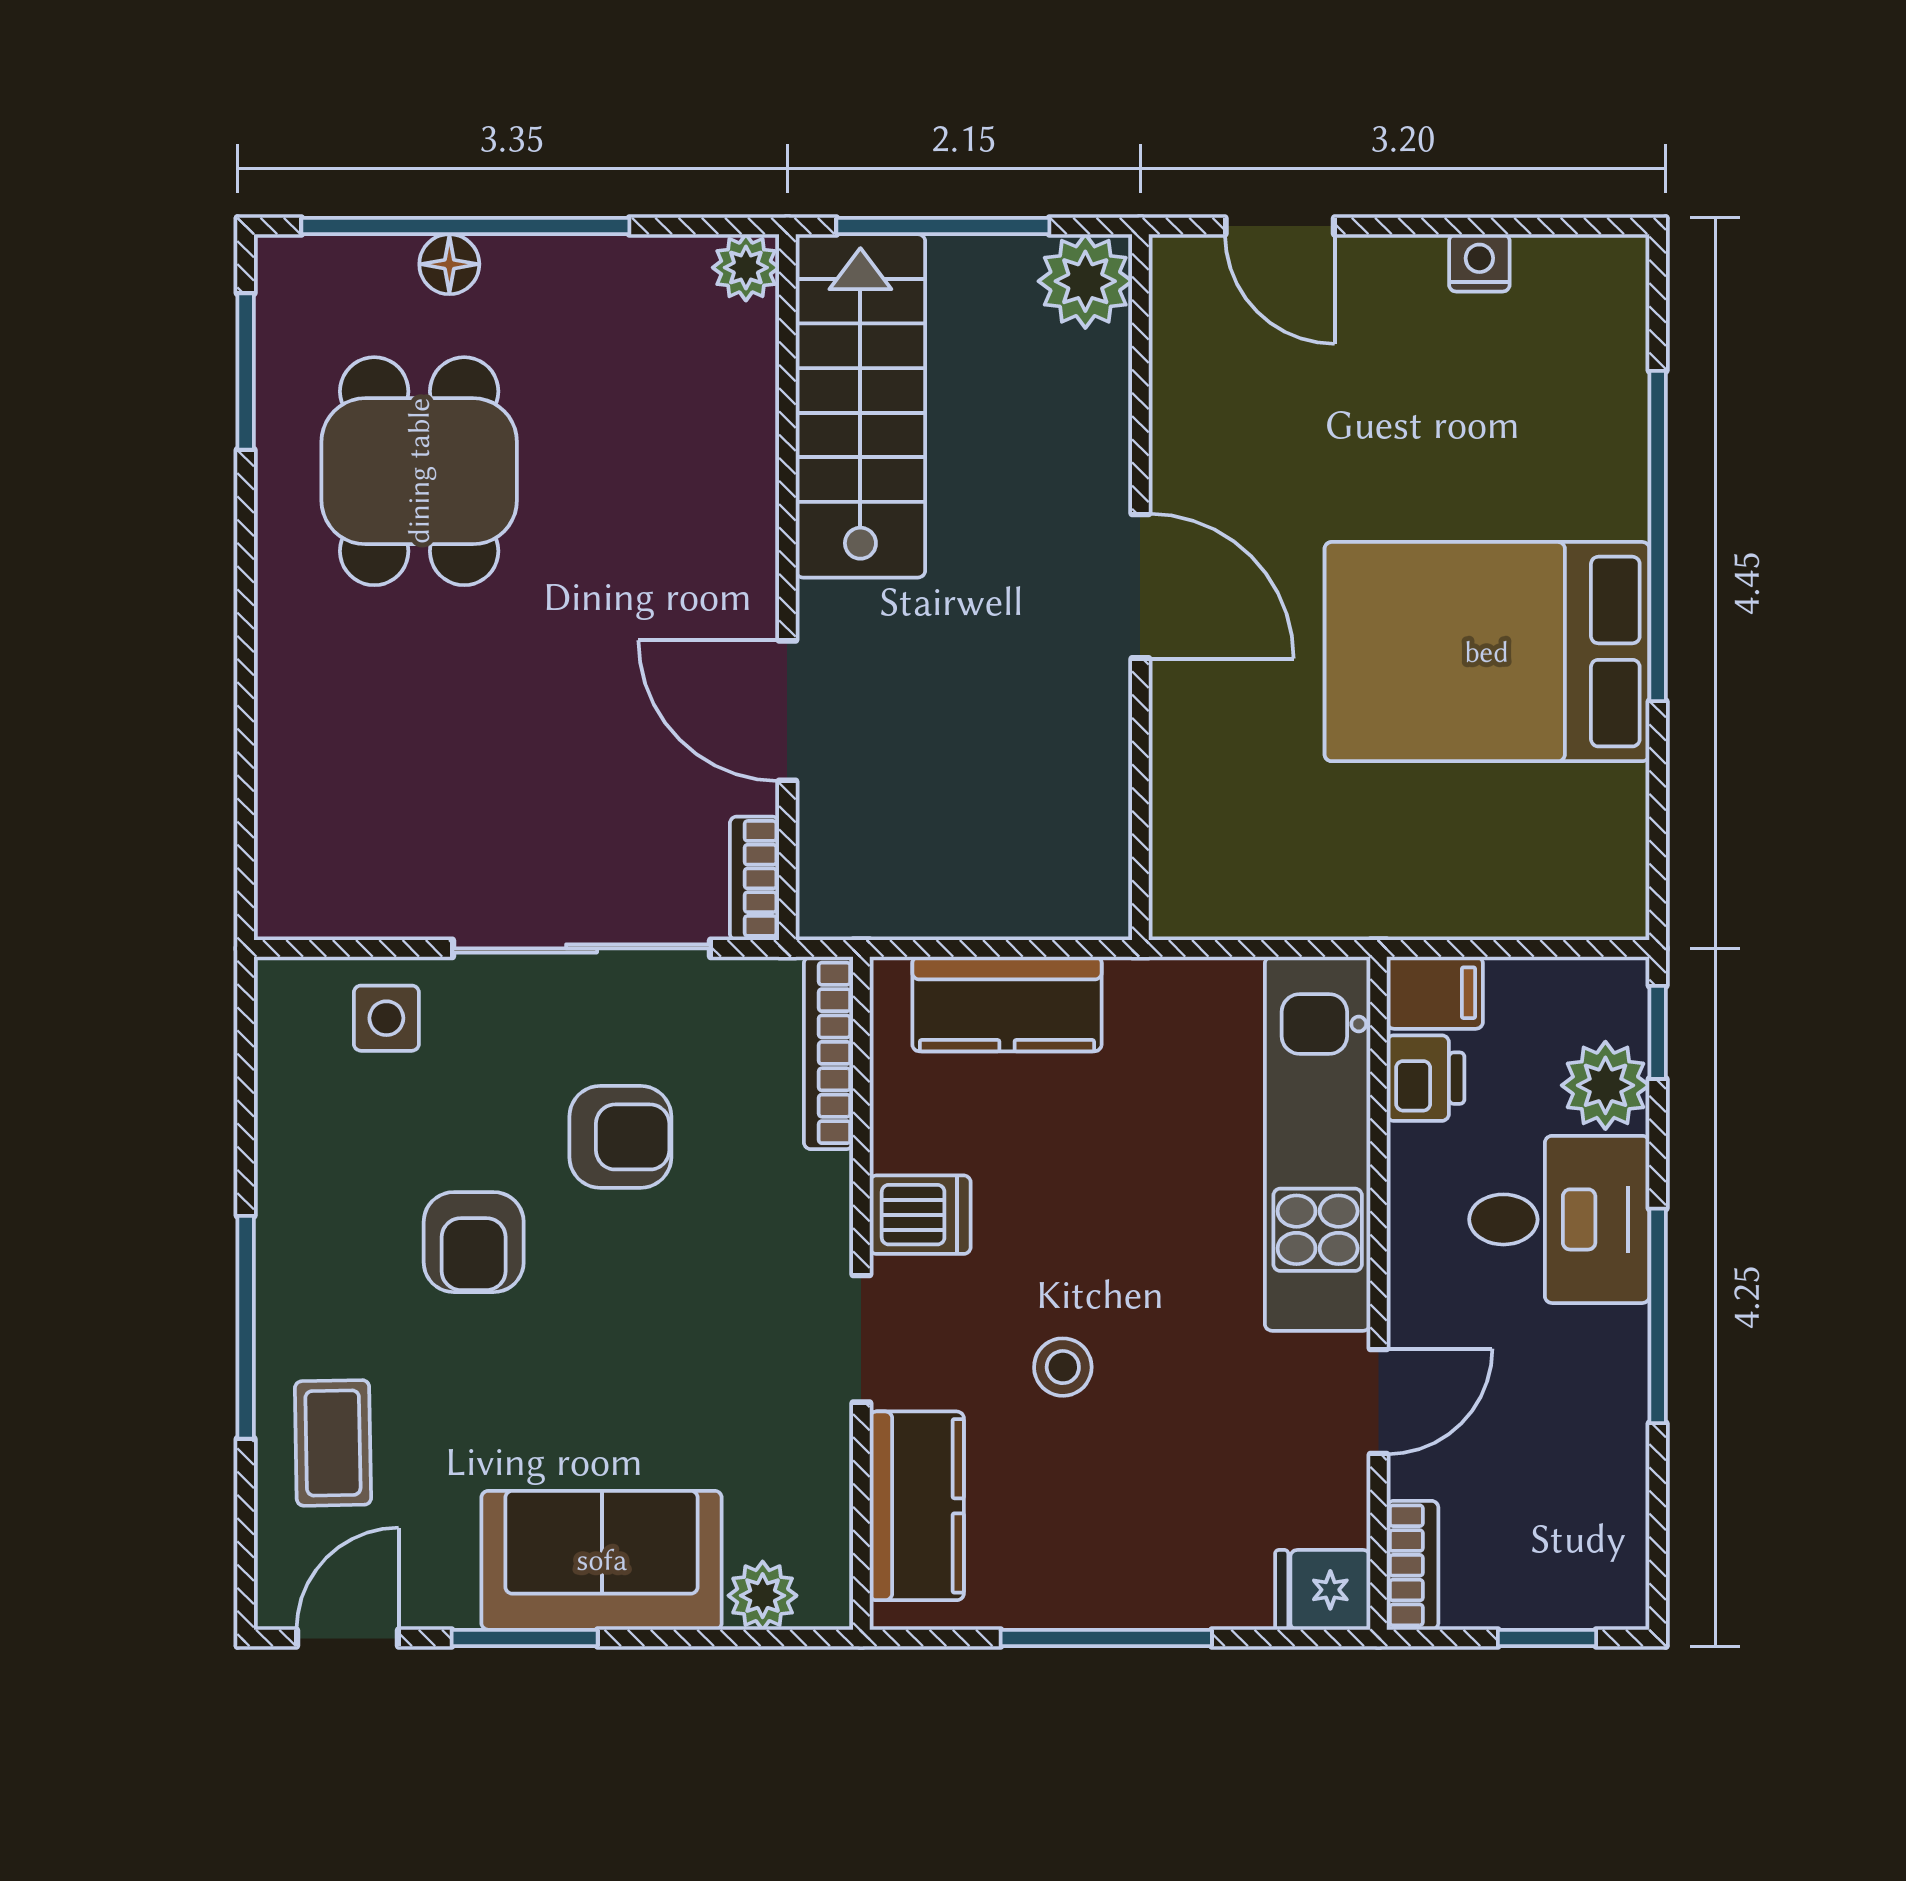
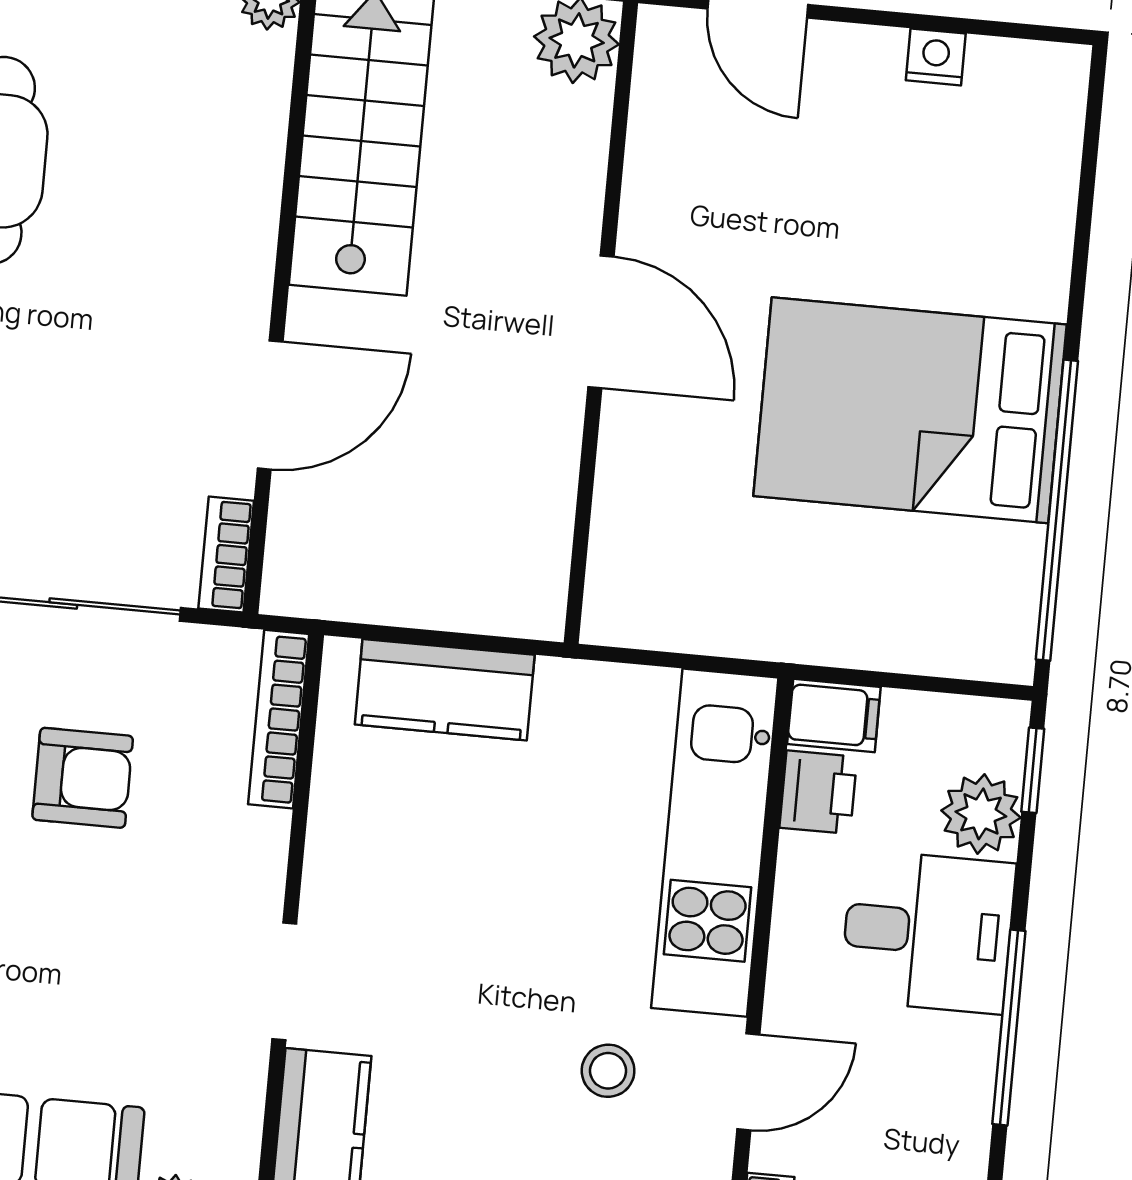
window: (1658, 536) -> (1057, 510), moved
door: (787, 711) -> (270, 405), swing flipped
dishwasher: (920, 1215) -> (348, 874), removed
stool: (1063, 1367) -> (608, 1071), moved

